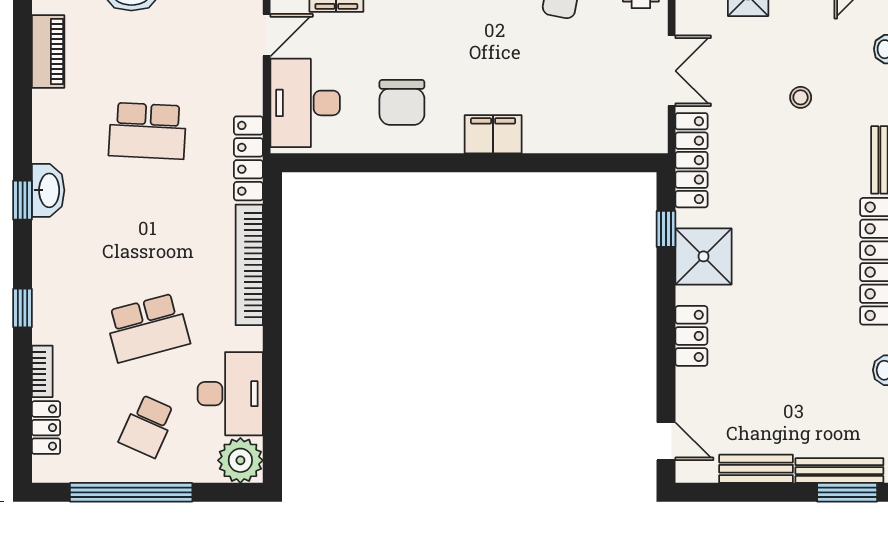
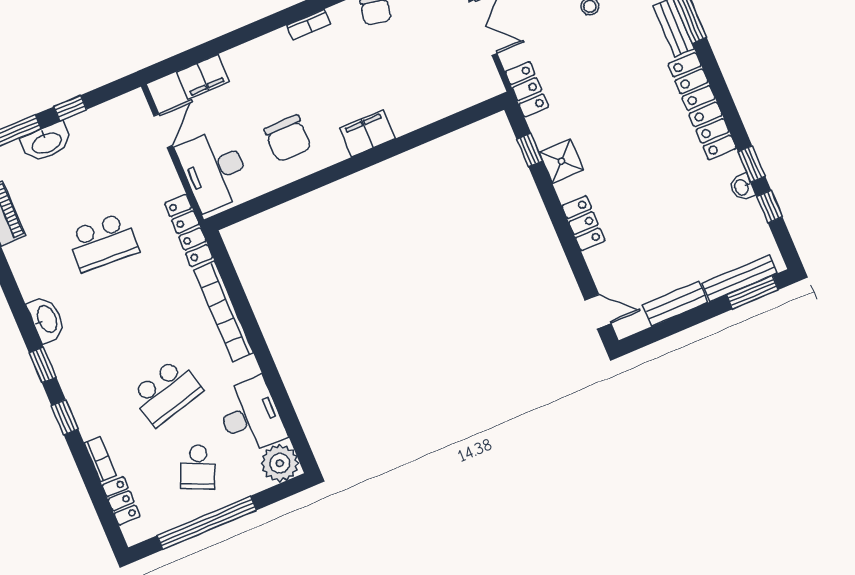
locker: (692, 160) -> (527, 89), width x0.66
window: (23, 200) -> (43, 365), moved
shower: (704, 256) -> (561, 161), width x0.73, depth x0.73

